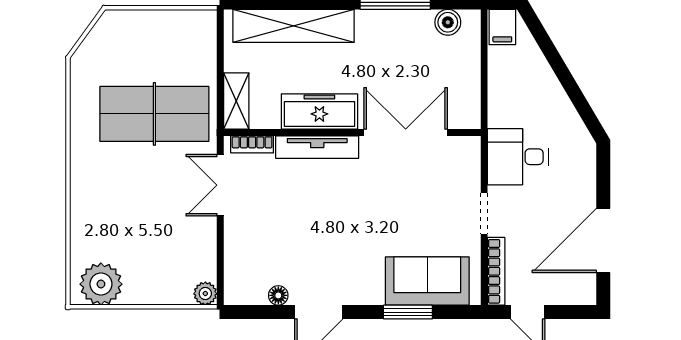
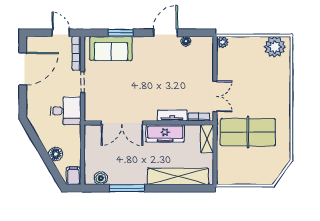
floor lamp: (537, 71) -> (56, 154), added
tv unit: (317, 147) -> (172, 116), width x0.71

